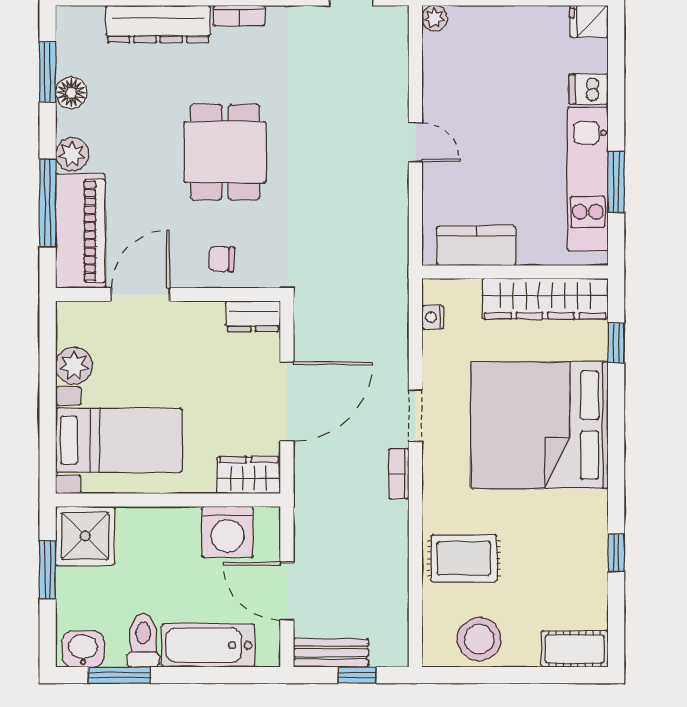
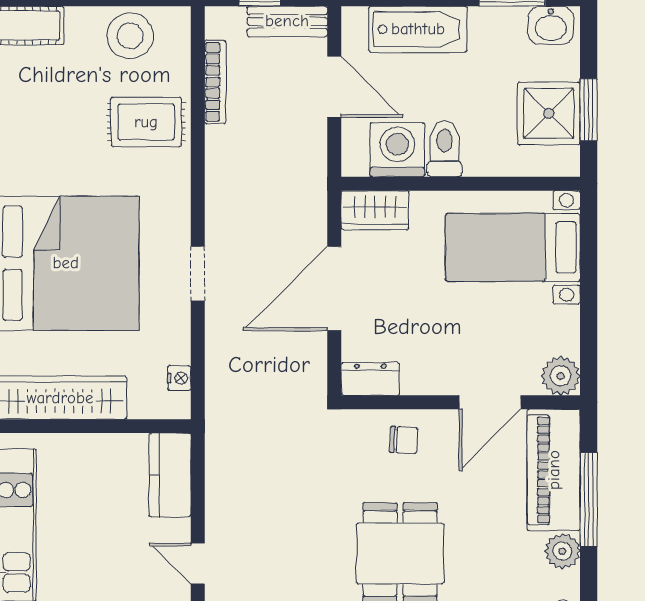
kitchen counter: (476, 246) -> (170, 475), moved, turned 90
plant: (74, 366) -> (561, 376), moved
bookcase: (399, 474) -> (215, 82), moved, width x1.56
shower: (85, 536) -> (549, 113), moved
toilet: (143, 640) -> (444, 148), moved, turned 180

